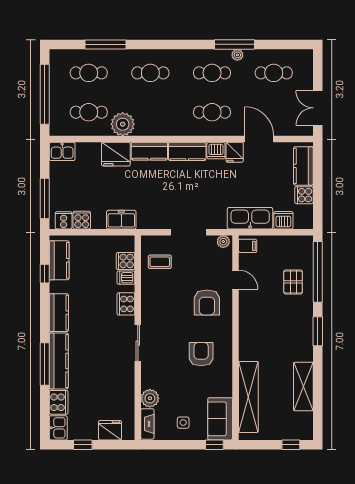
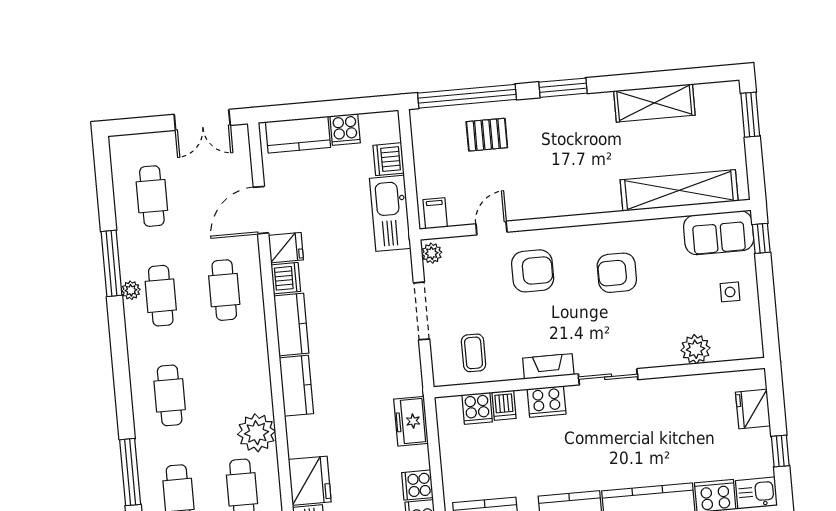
plant: (237, 55) -> (131, 290), moved
fridge: (116, 154) -> (310, 481), moved
fireplace: (147, 424) -> (548, 366), moved
window: (291, 445) -> (750, 115), width x1.50

